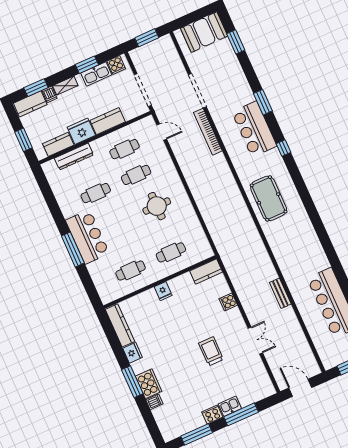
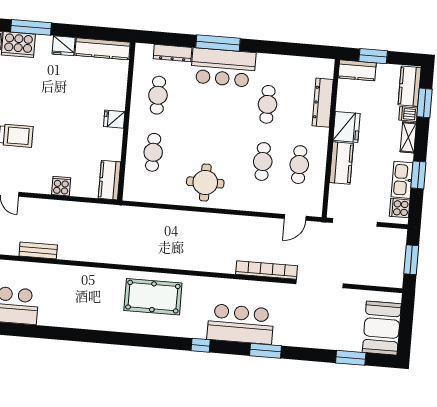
kitchen counter: (58, 144) -> (357, 70), moved, turned 90
round table: (157, 206) -> (205, 182), moved
dresser: (97, 276) -> (173, 53), added

